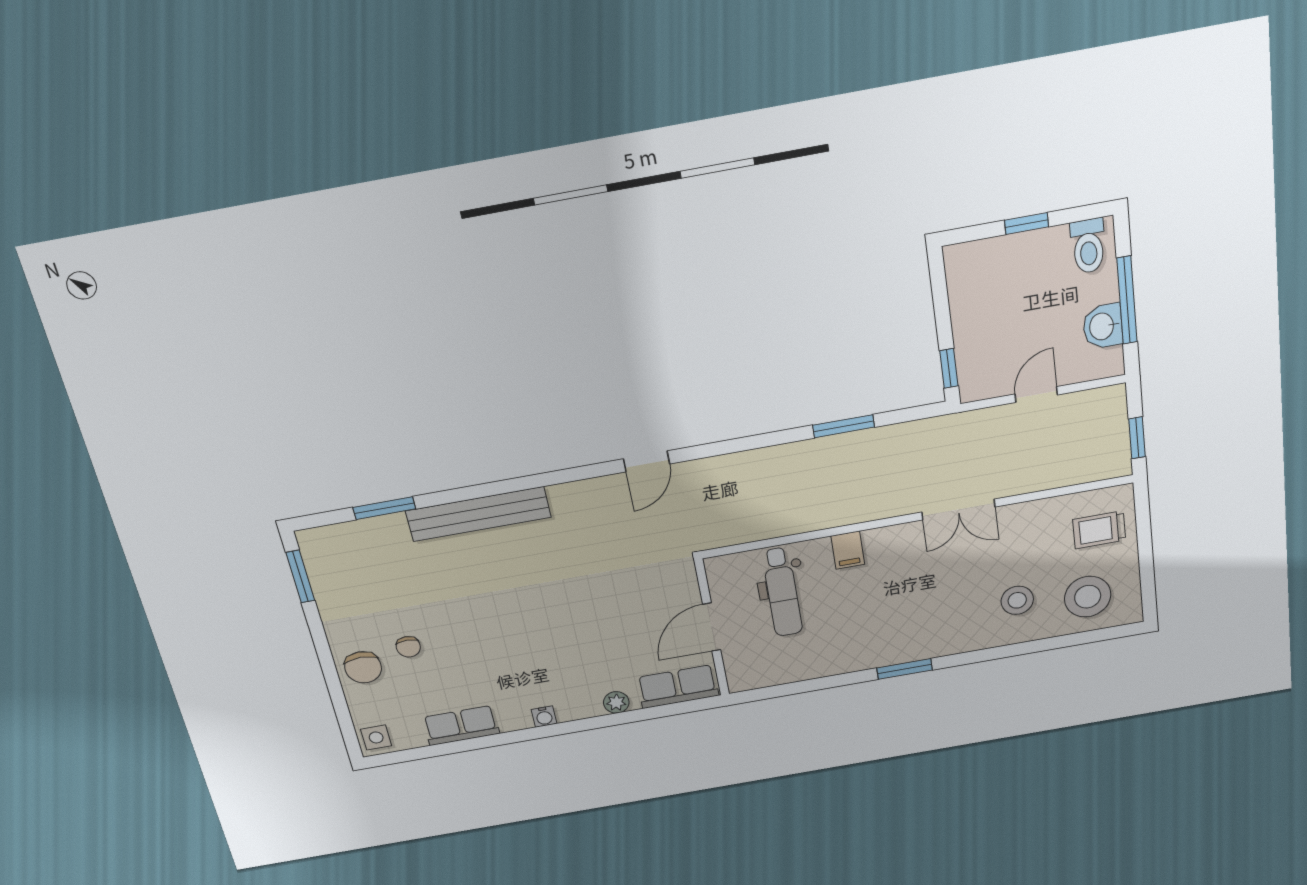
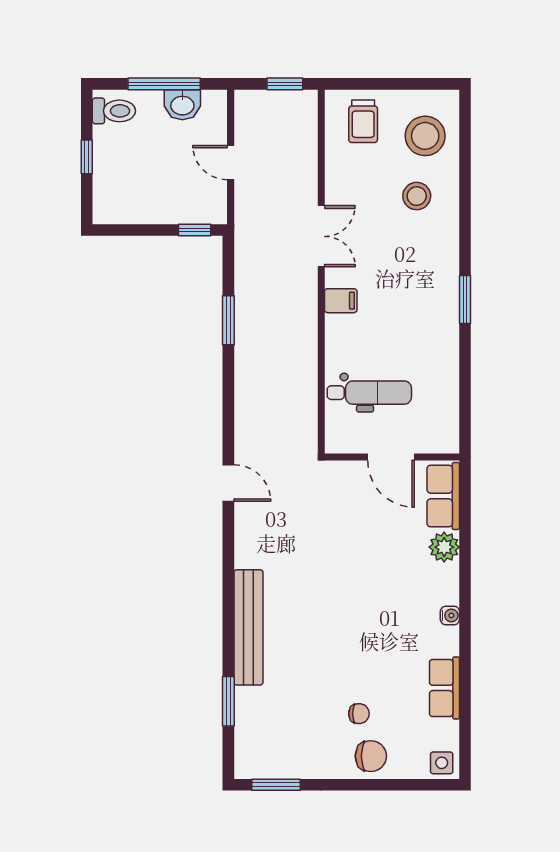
filing cabinet: (848, 550) -> (341, 301), moved
plant: (616, 702) -> (444, 547), width x1.38, depth x1.38

